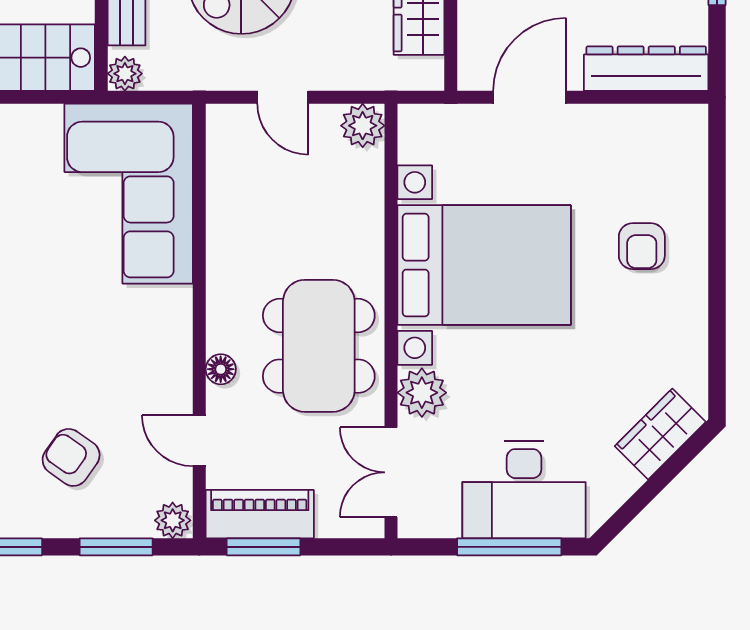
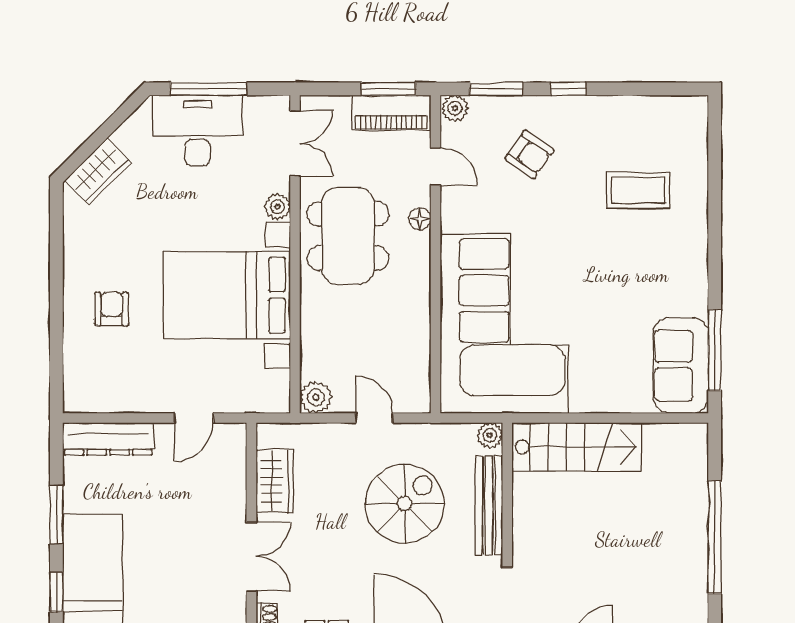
door: (530, 97) -> (194, 418), width x0.73
corner sofa: (129, 194) -> (504, 324), width x1.36, depth x1.36
plant: (422, 393) -> (277, 207), width x0.73, depth x0.73

